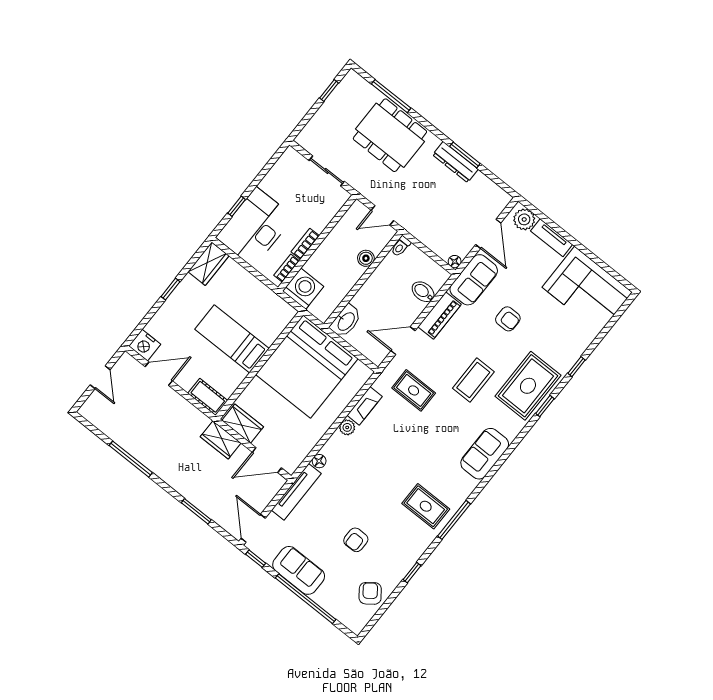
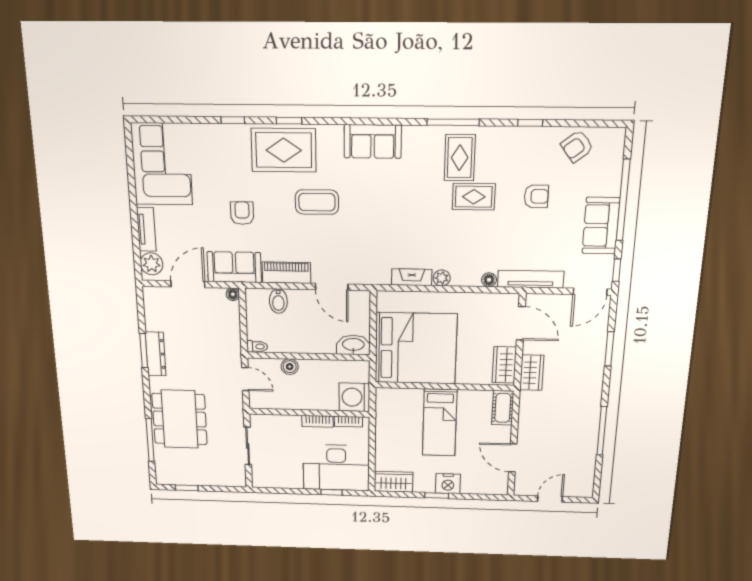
nightstand: (145, 345) -> (448, 484), moved, turned 90
rug: (414, 390) -> (474, 197), moved, turned 90

